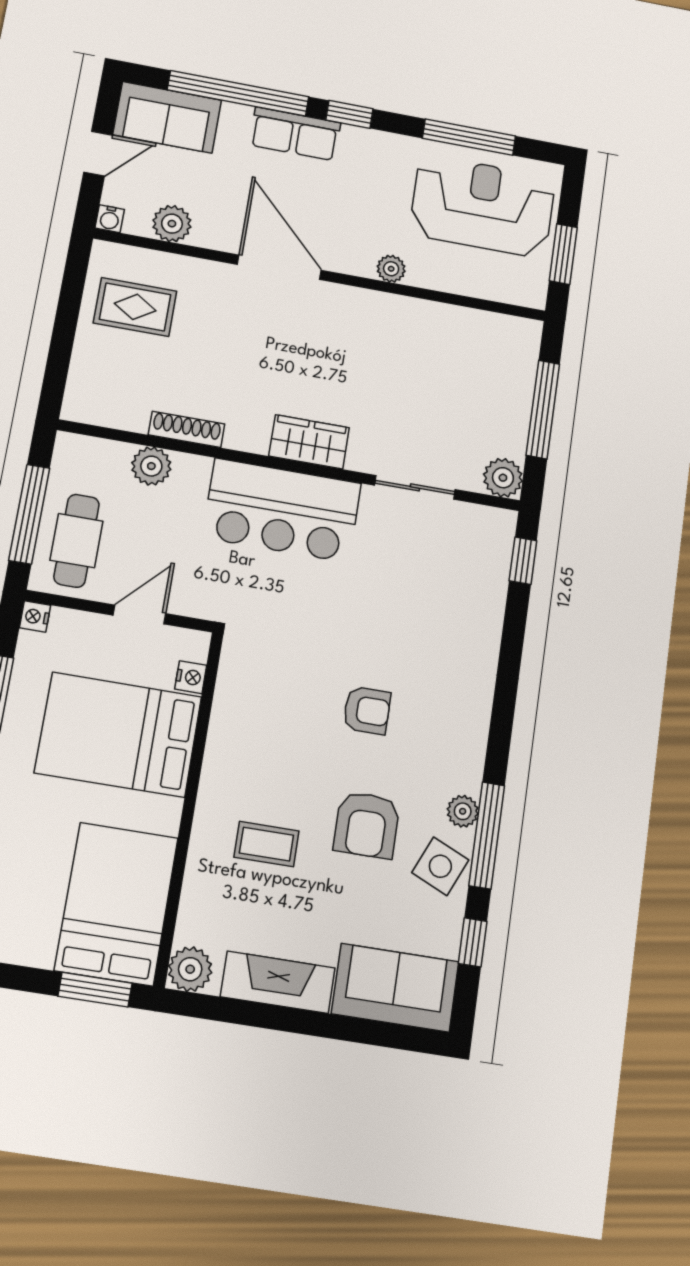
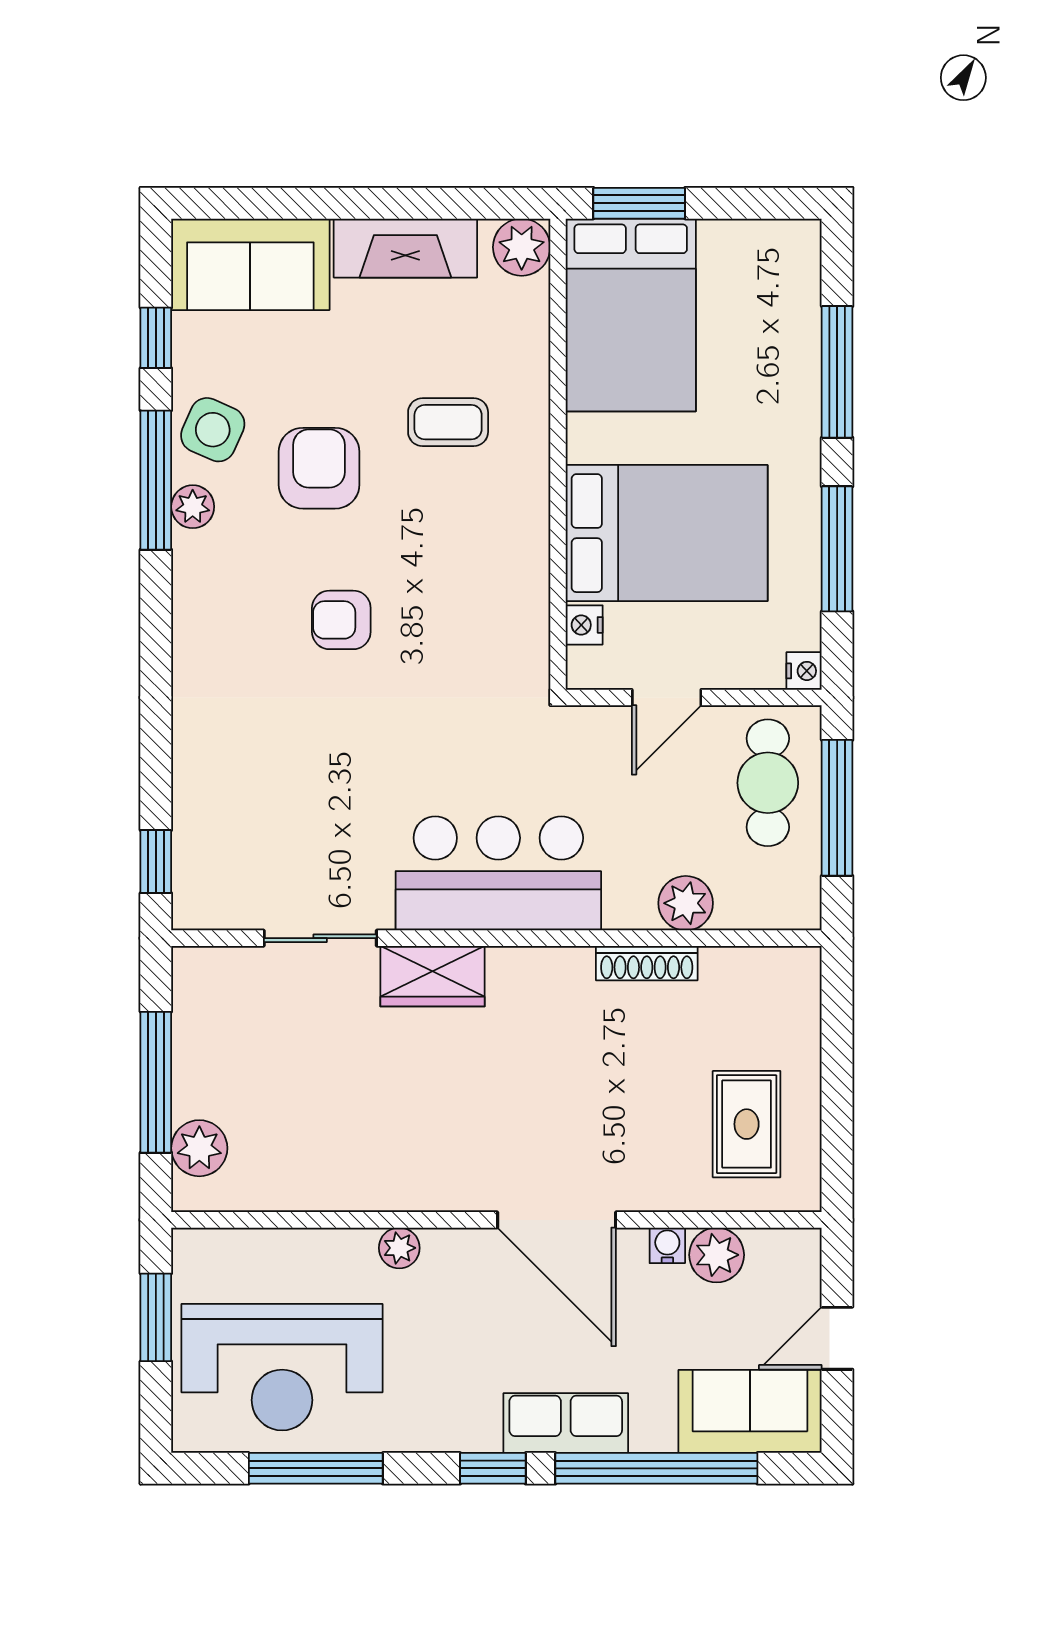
water cooler: (110, 219) -> (667, 1245), moved
rug: (135, 307) -> (747, 1124), turned 90
wardrobe: (309, 442) -> (433, 976), moved
plant: (503, 478) -> (199, 1148), moved

